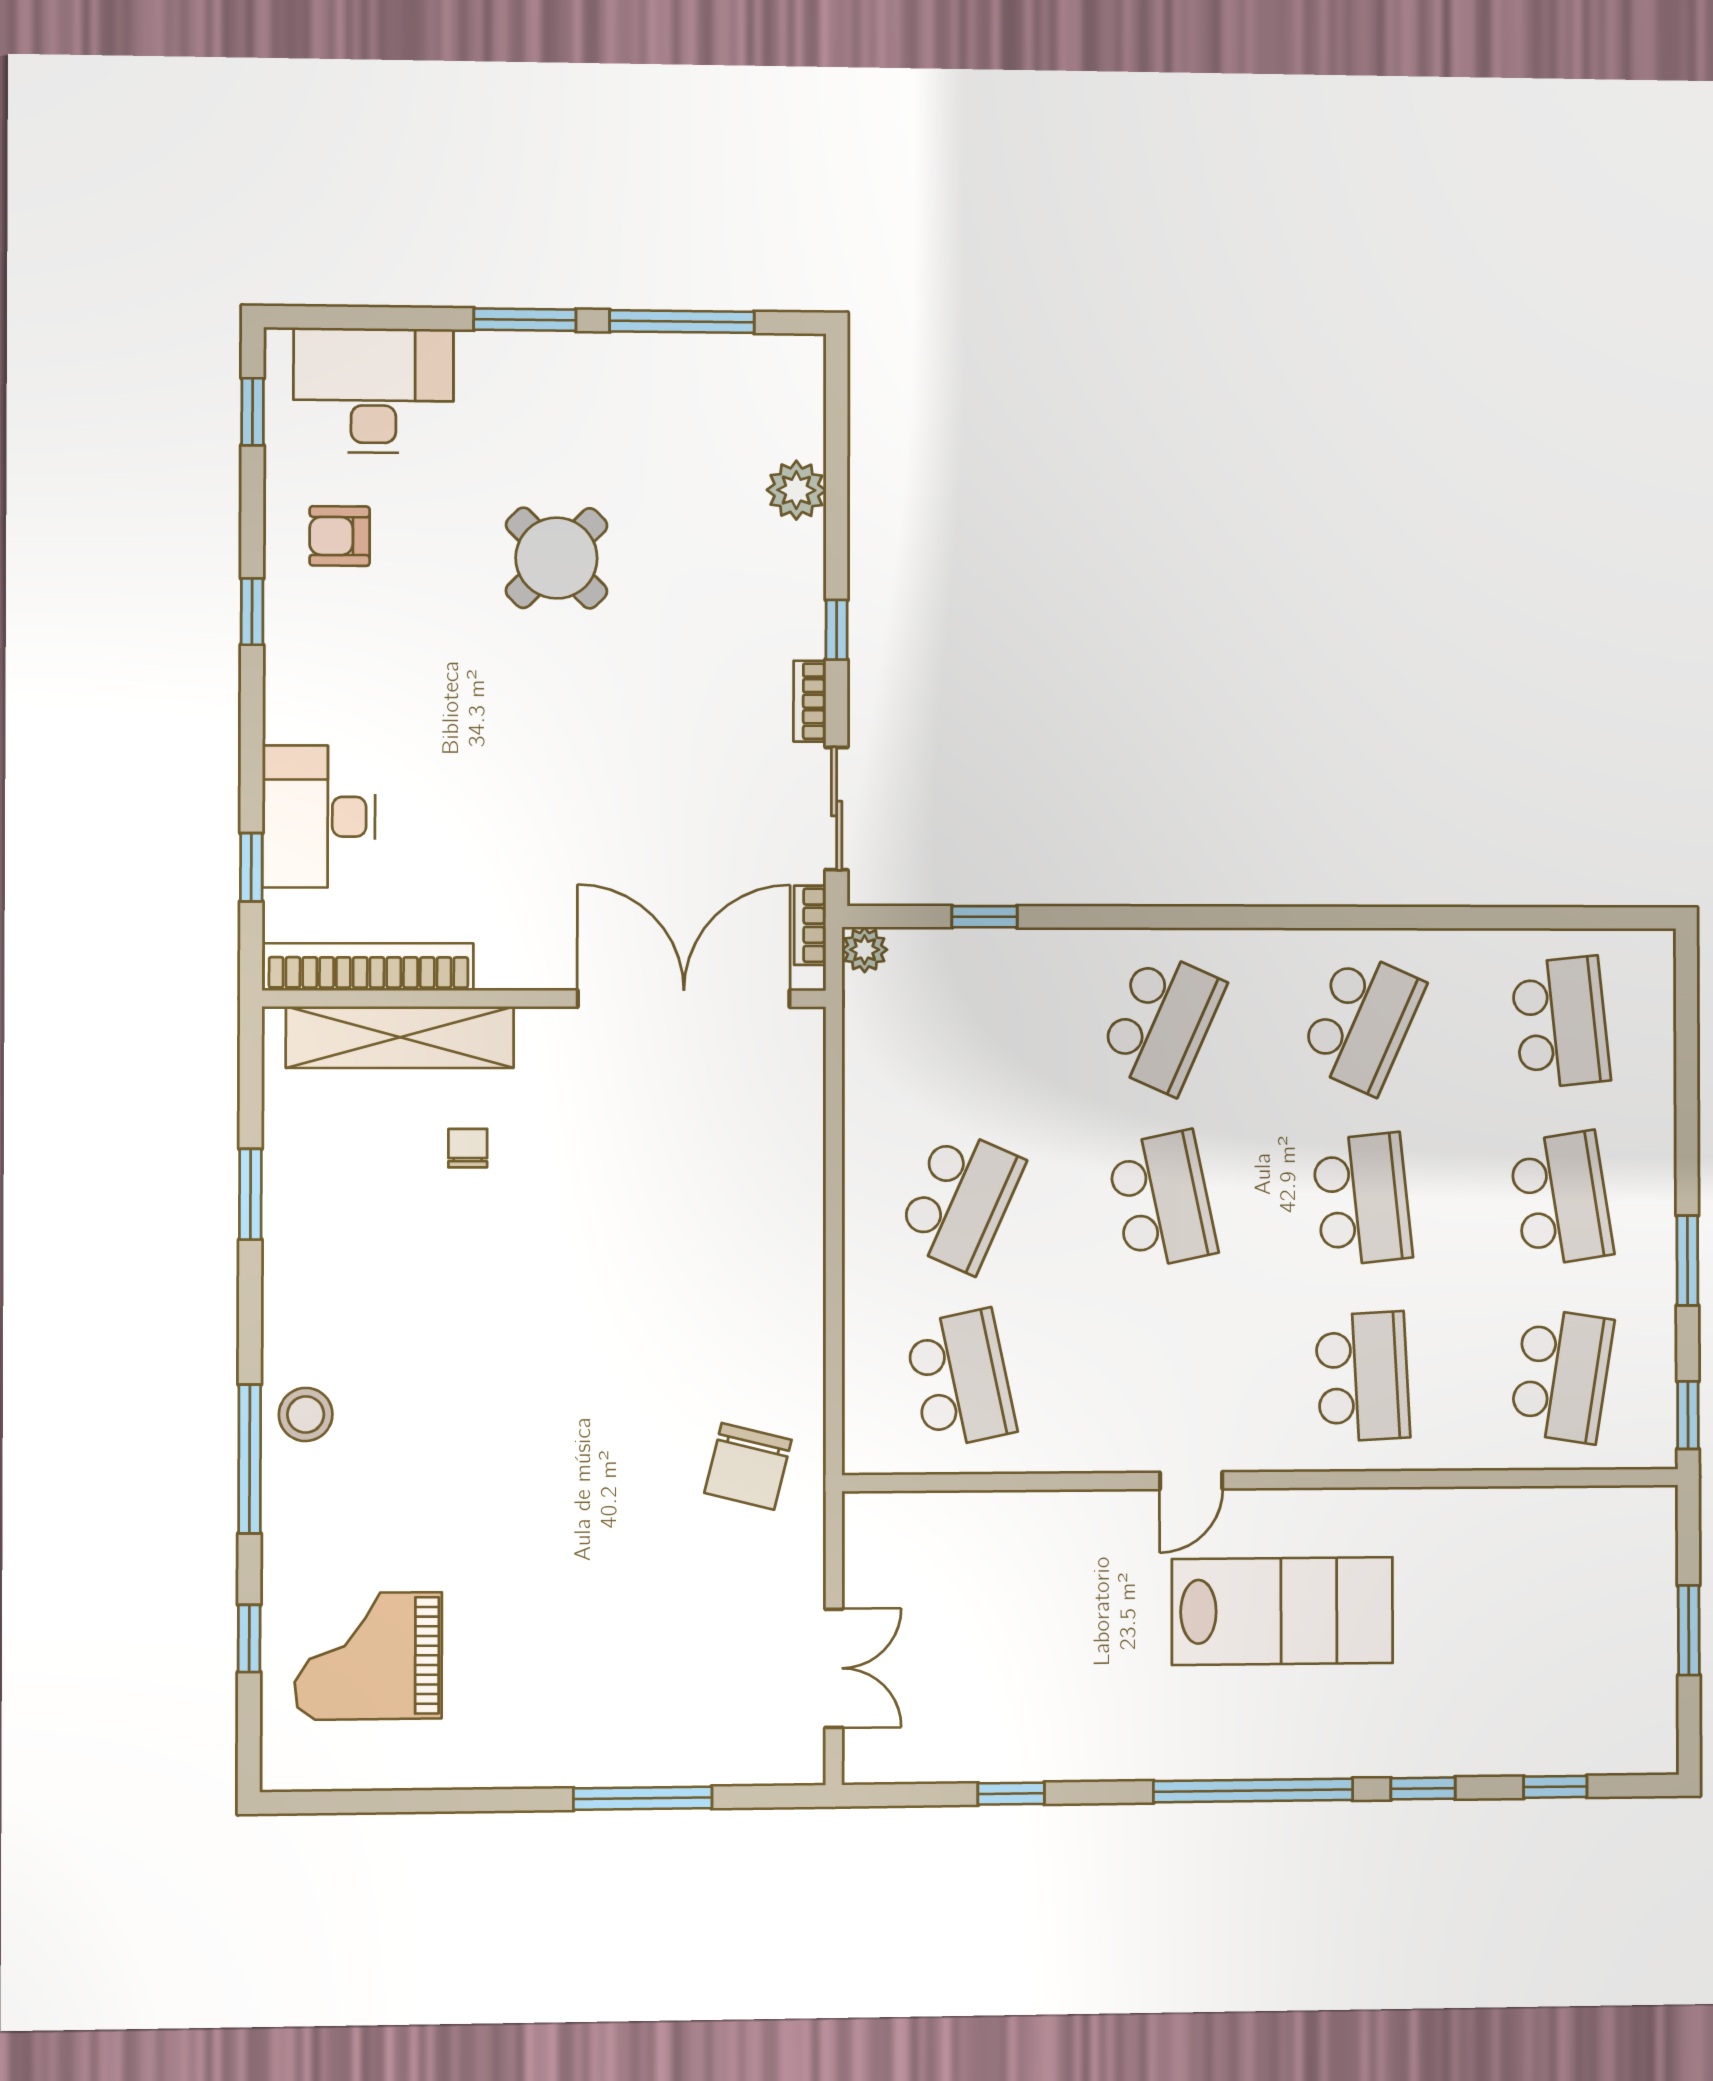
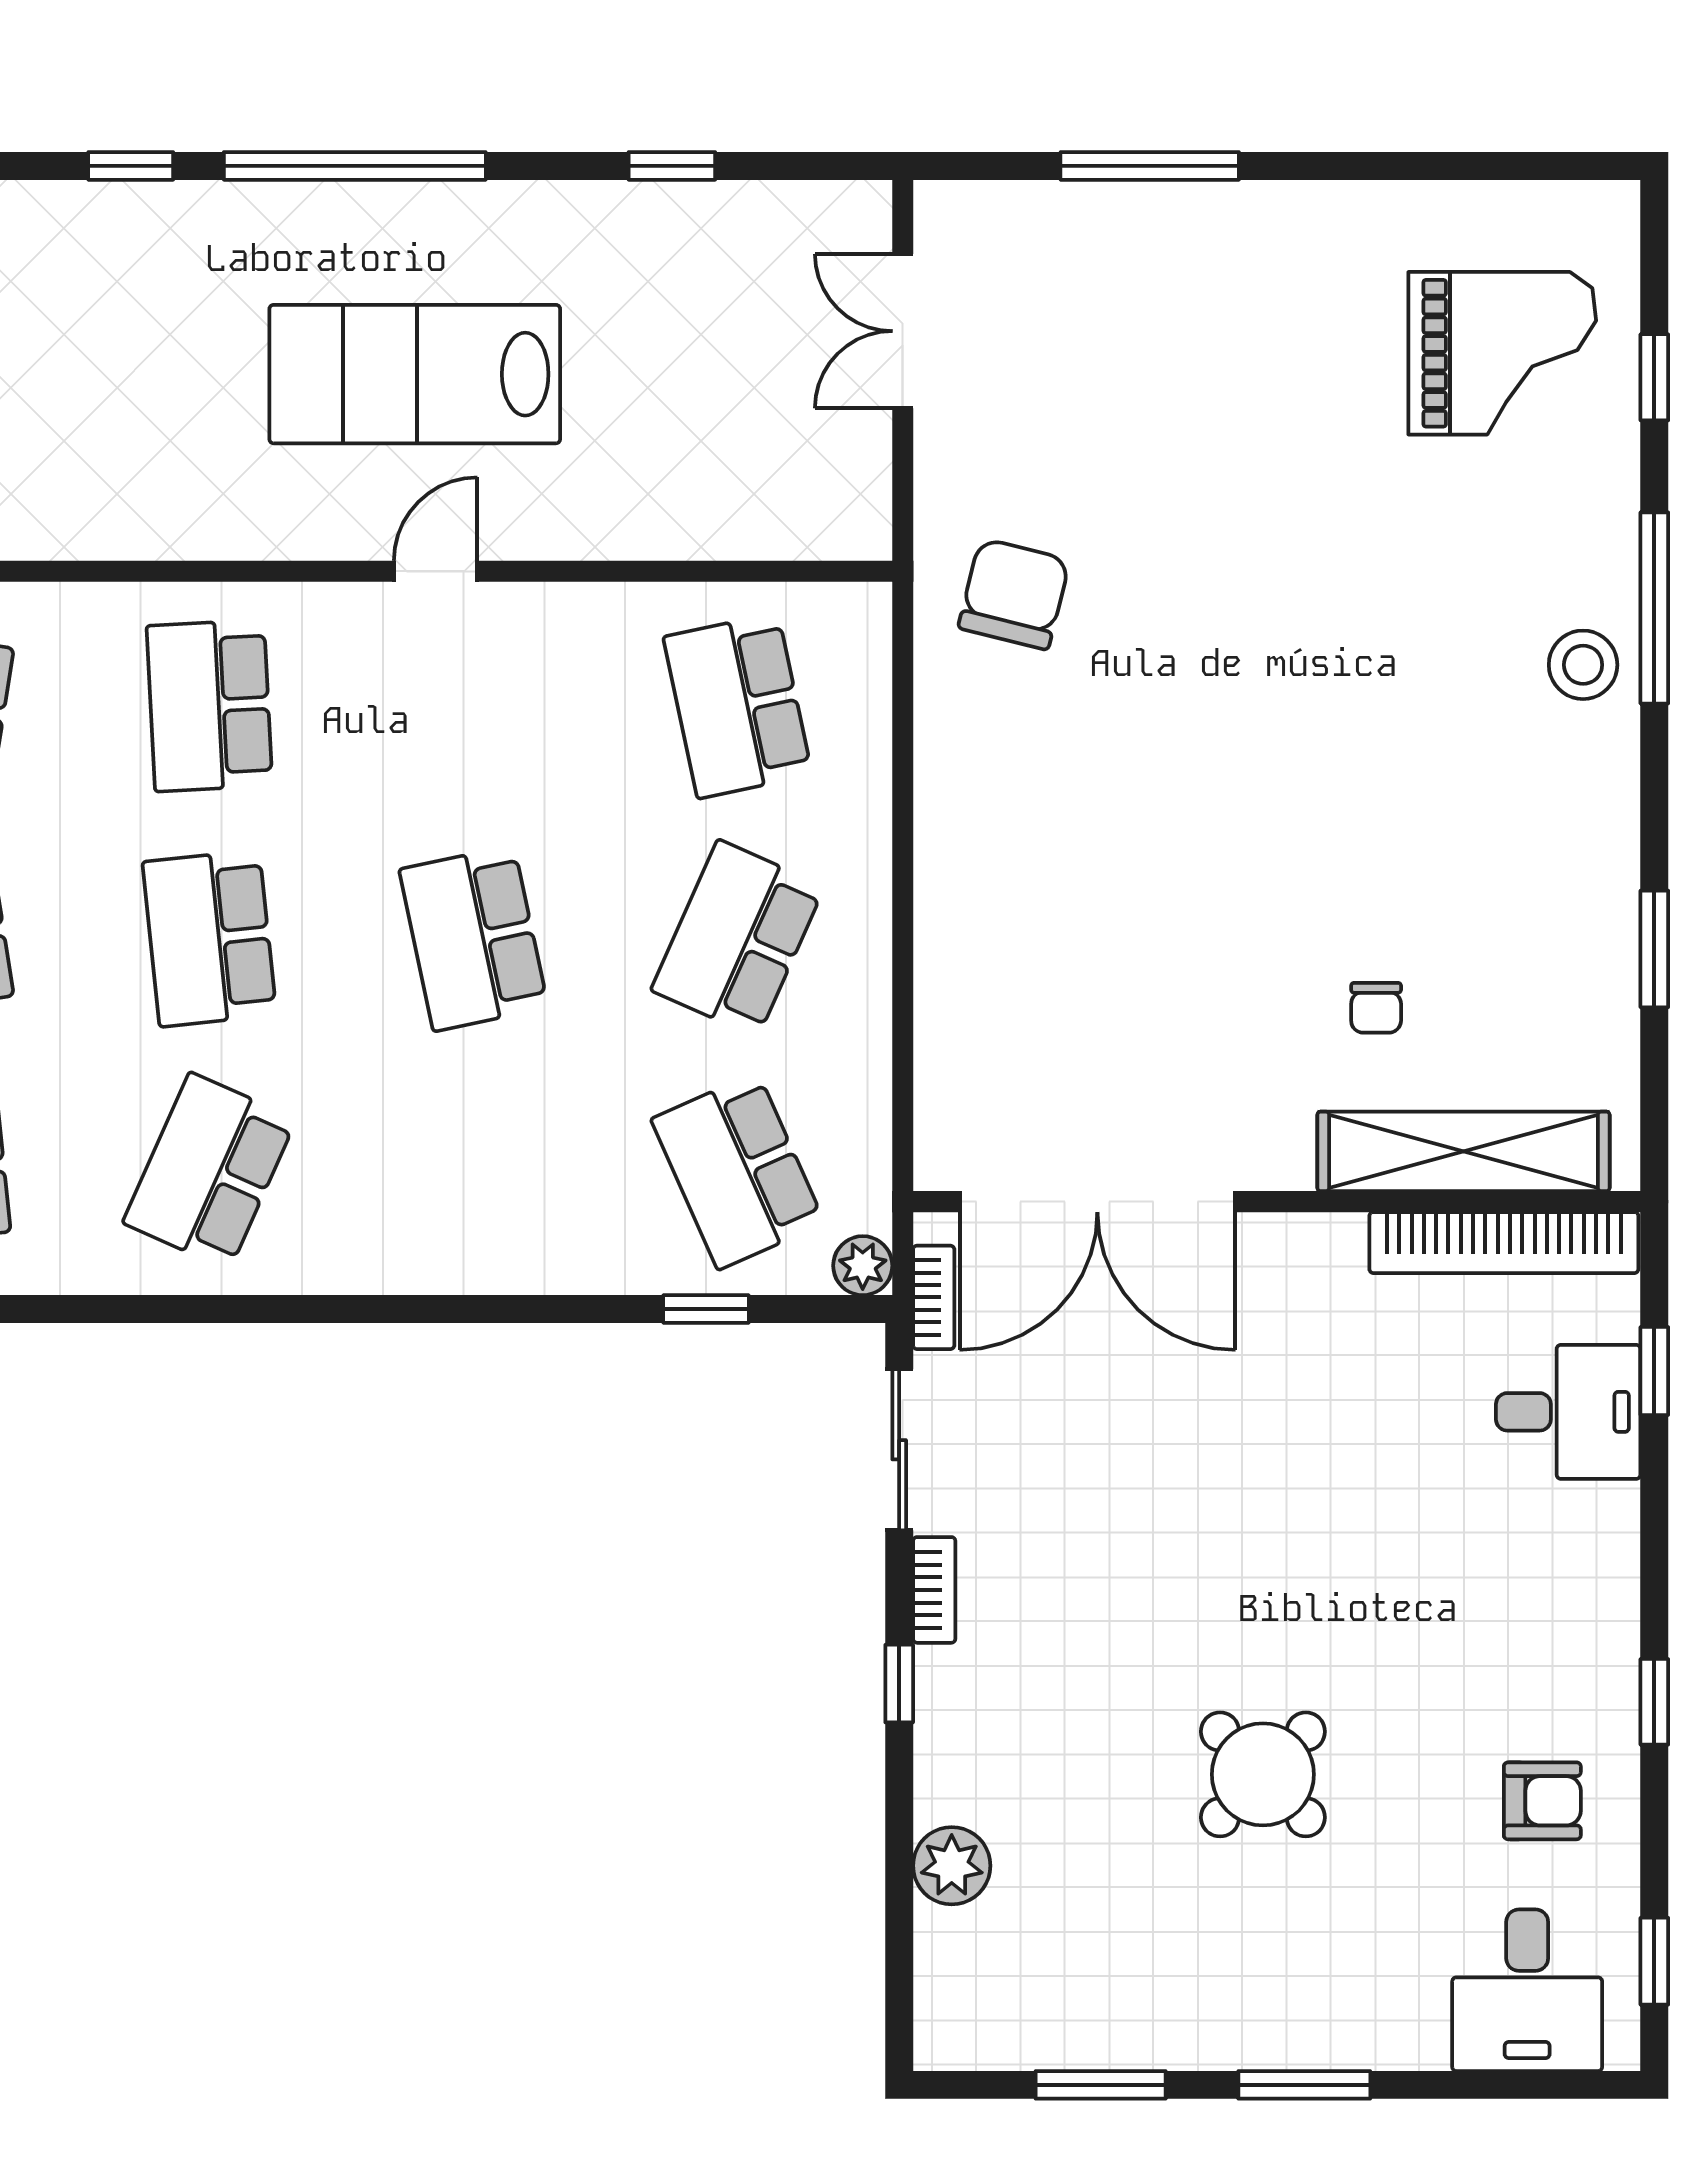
window: (682, 322) -> (1101, 2085), width x0.69
desk: (373, 391) -> (1527, 1990), width x0.73
desk: (319, 817) -> (1568, 1412), width x0.73
school desk: (1162, 1022) -> (738, 1171), moved, turned -48
lab bench: (1282, 1611) -> (415, 374), moved

